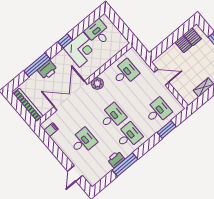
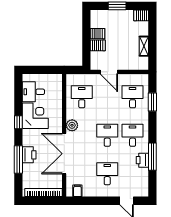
server rack: (192, 37) -> (98, 45), moved
door: (162, 77) -> (109, 72), swing flipped

